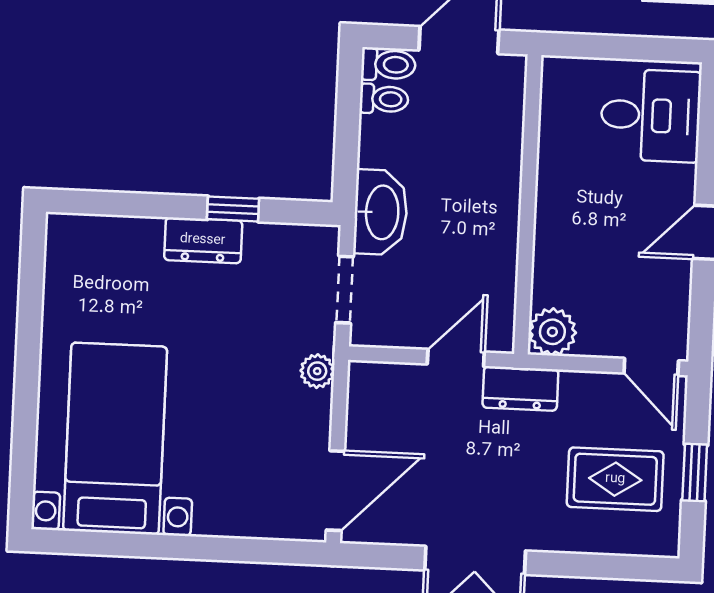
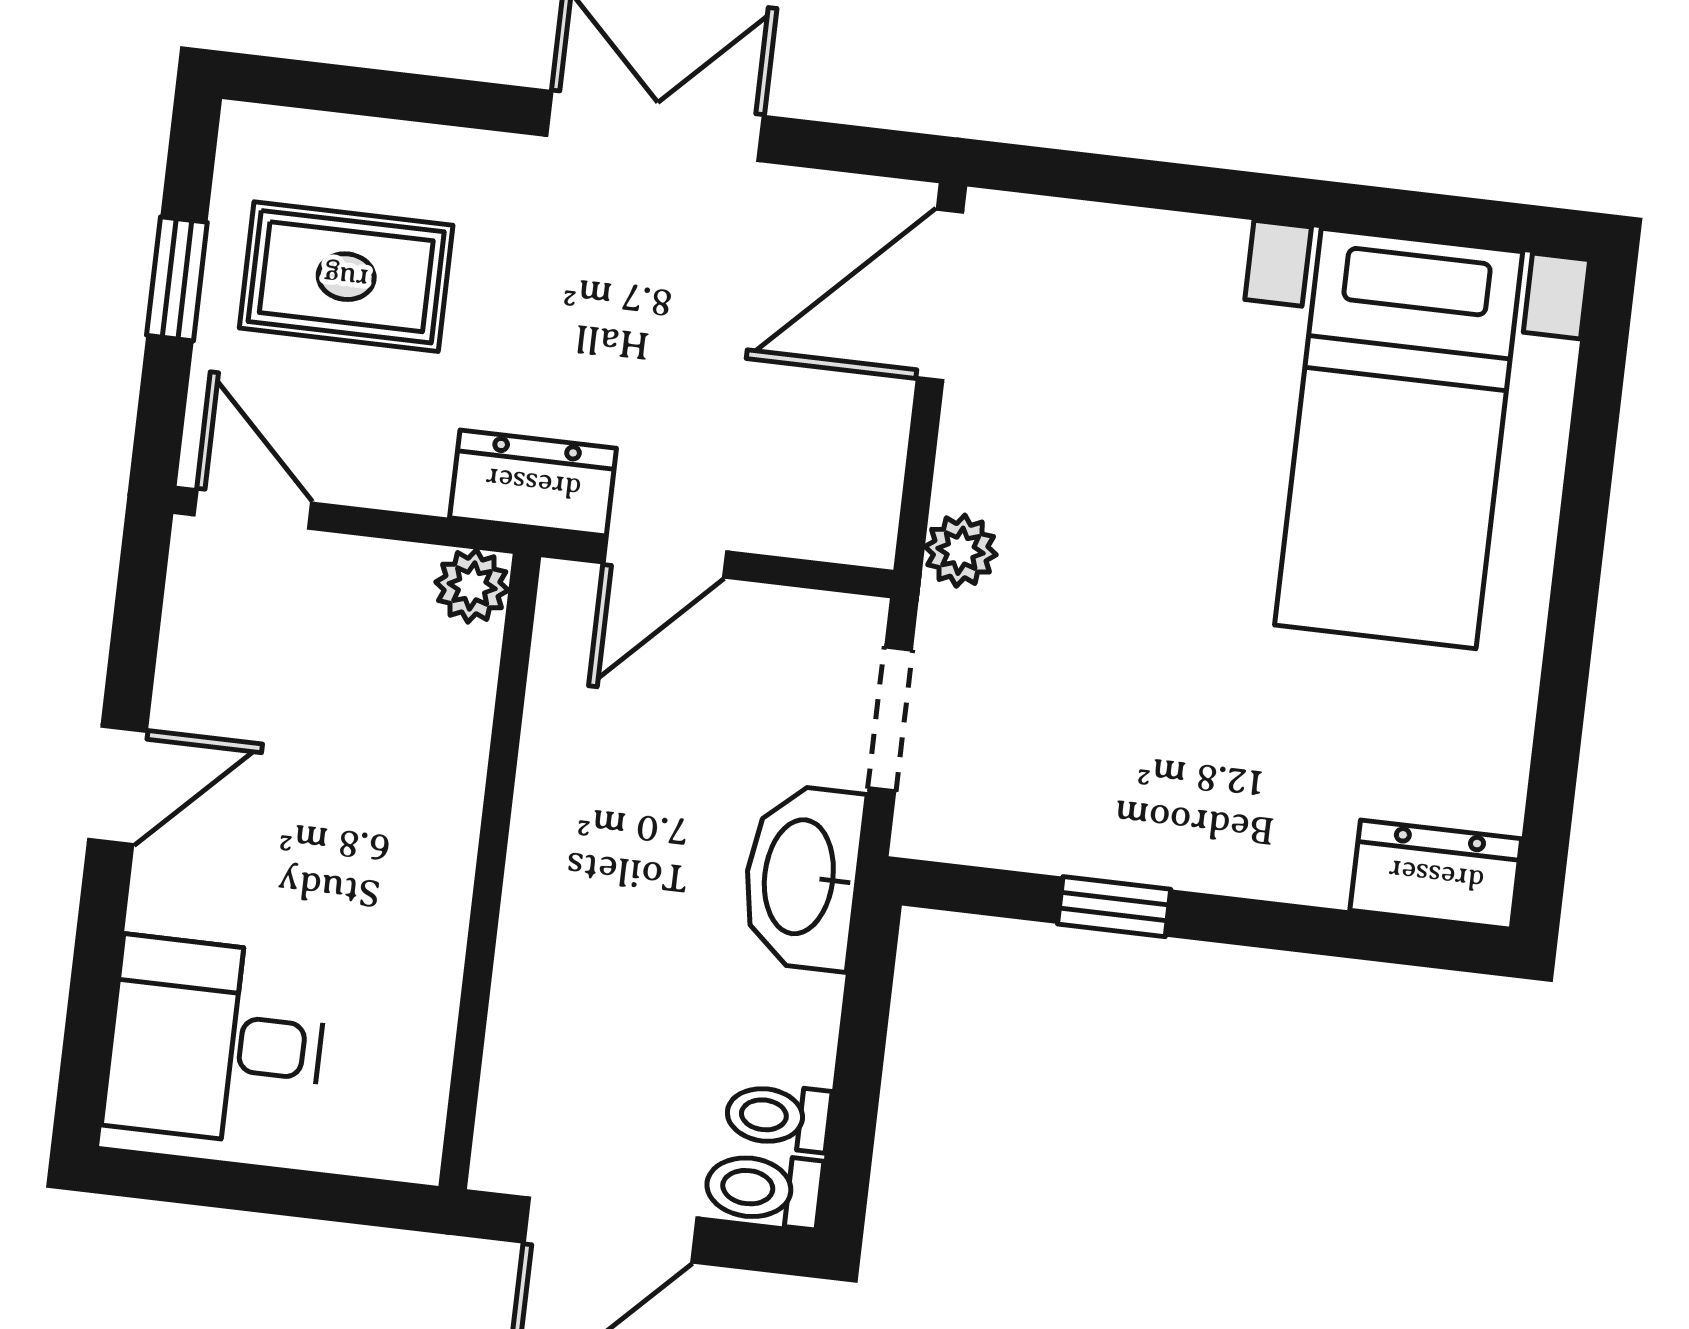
dresser: (203, 240) -> (1436, 875), moved
plant: (552, 332) -> (472, 586), width x0.73, depth x0.73

